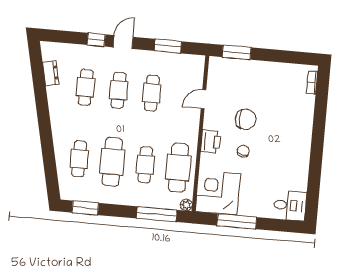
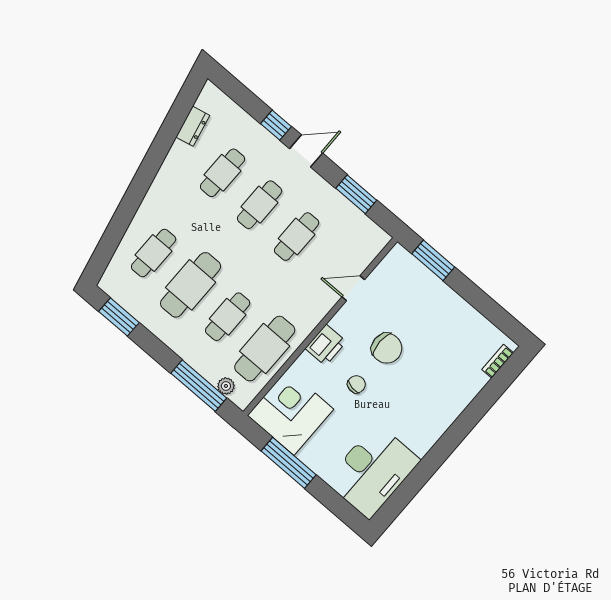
plant: (186, 205) -> (226, 386), moved
desk: (290, 205) -> (373, 471), width x1.87, depth x1.30

